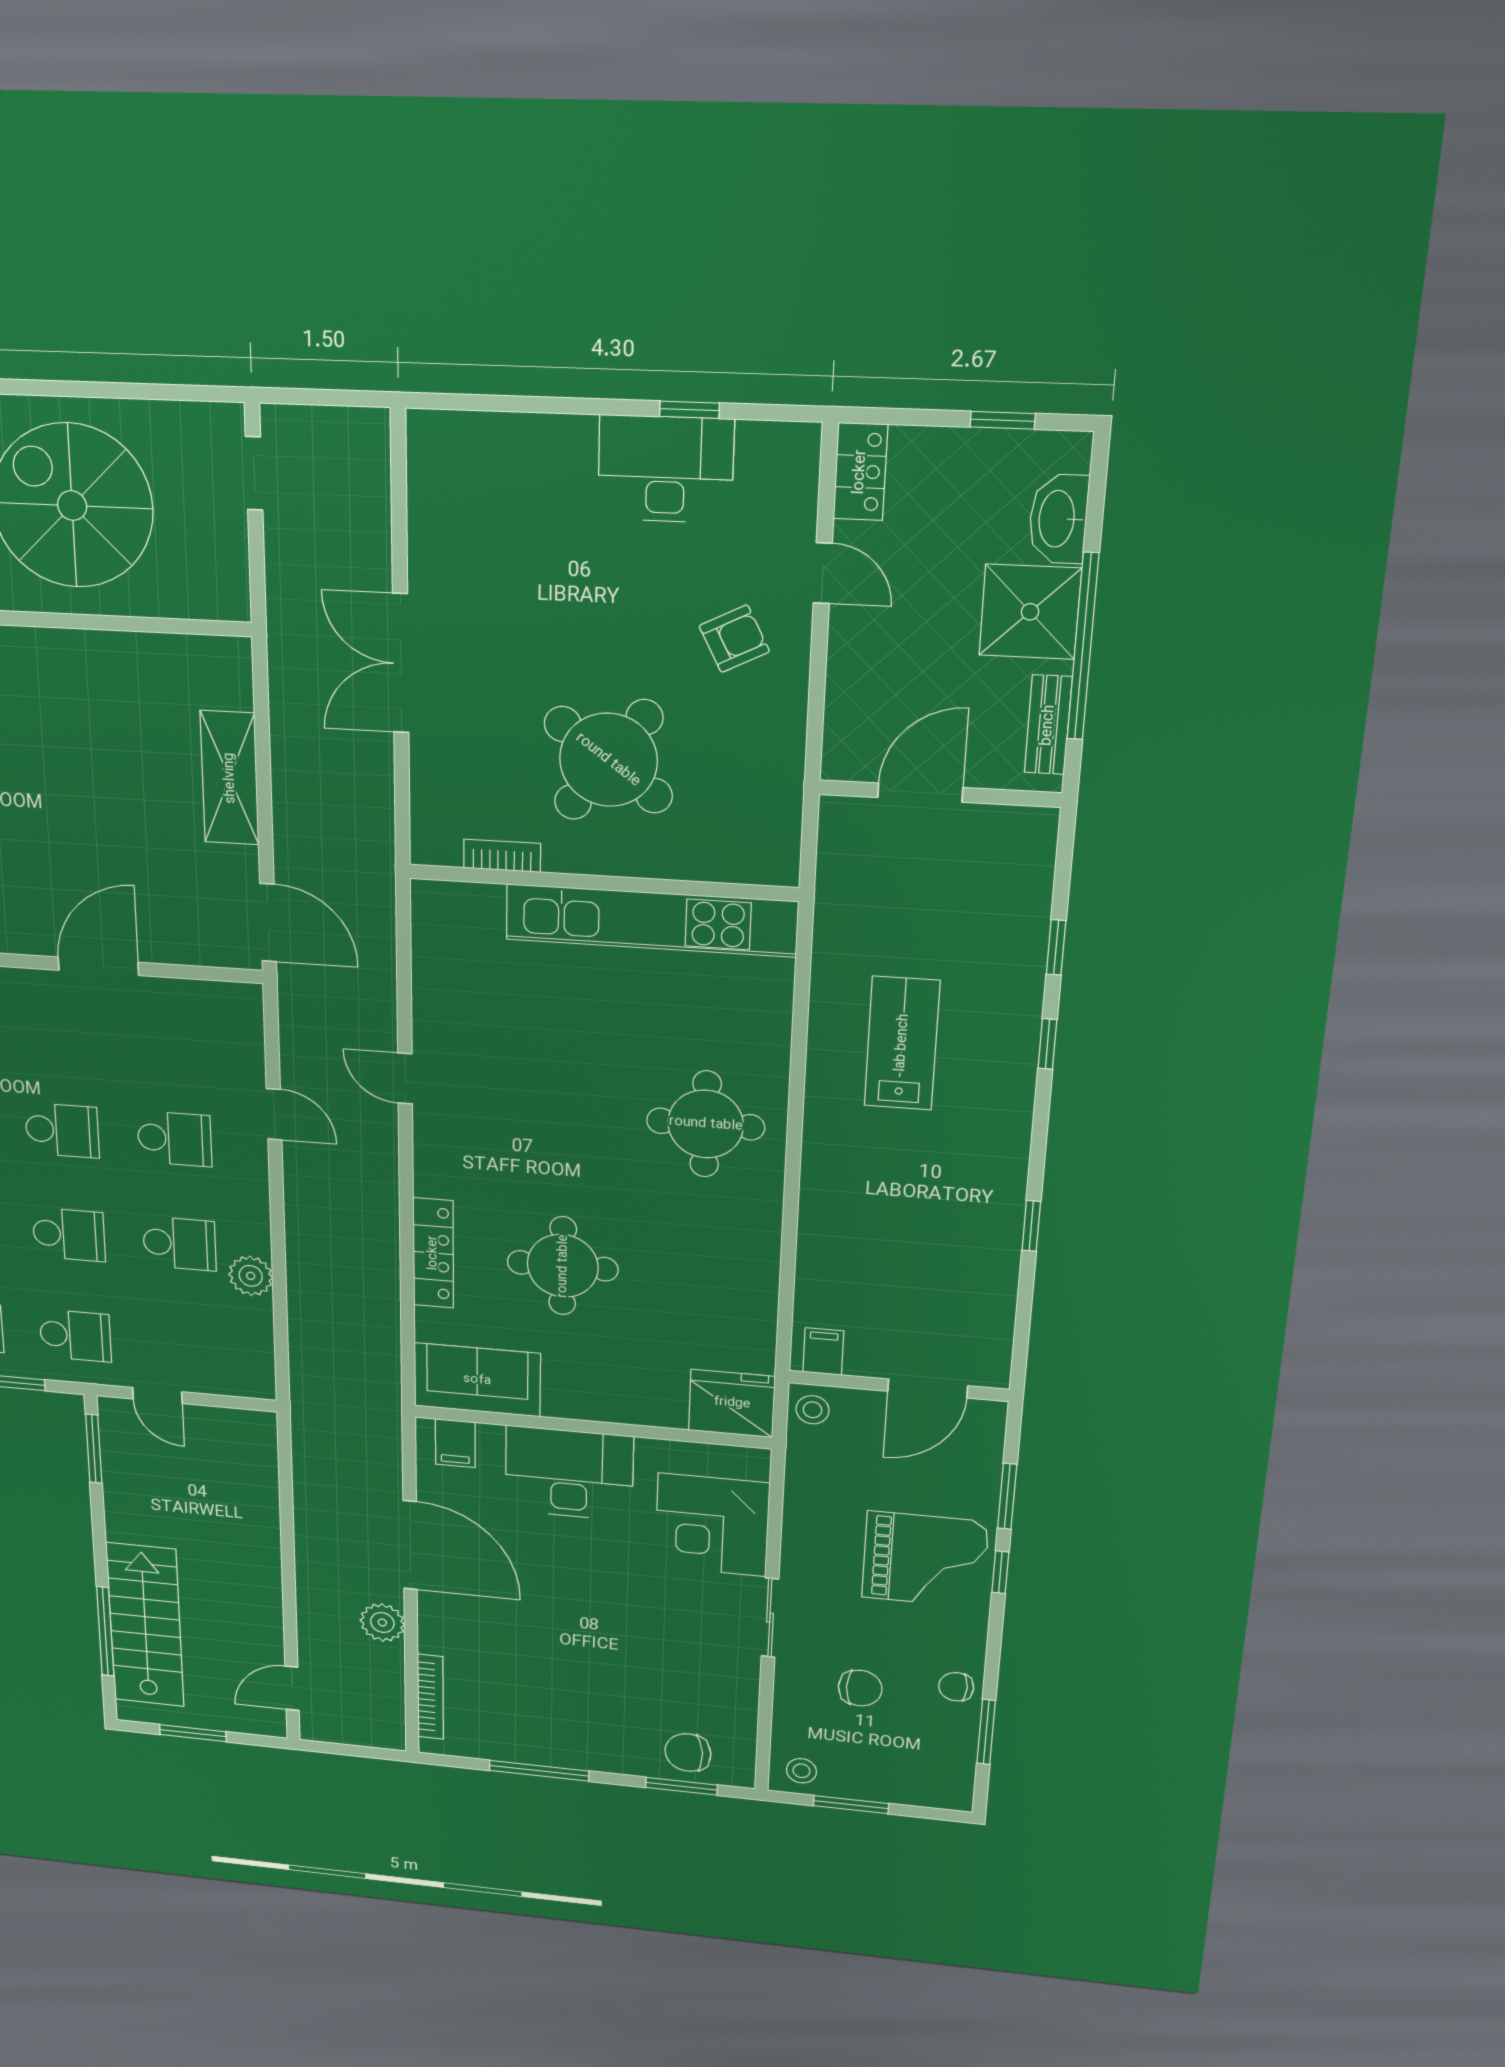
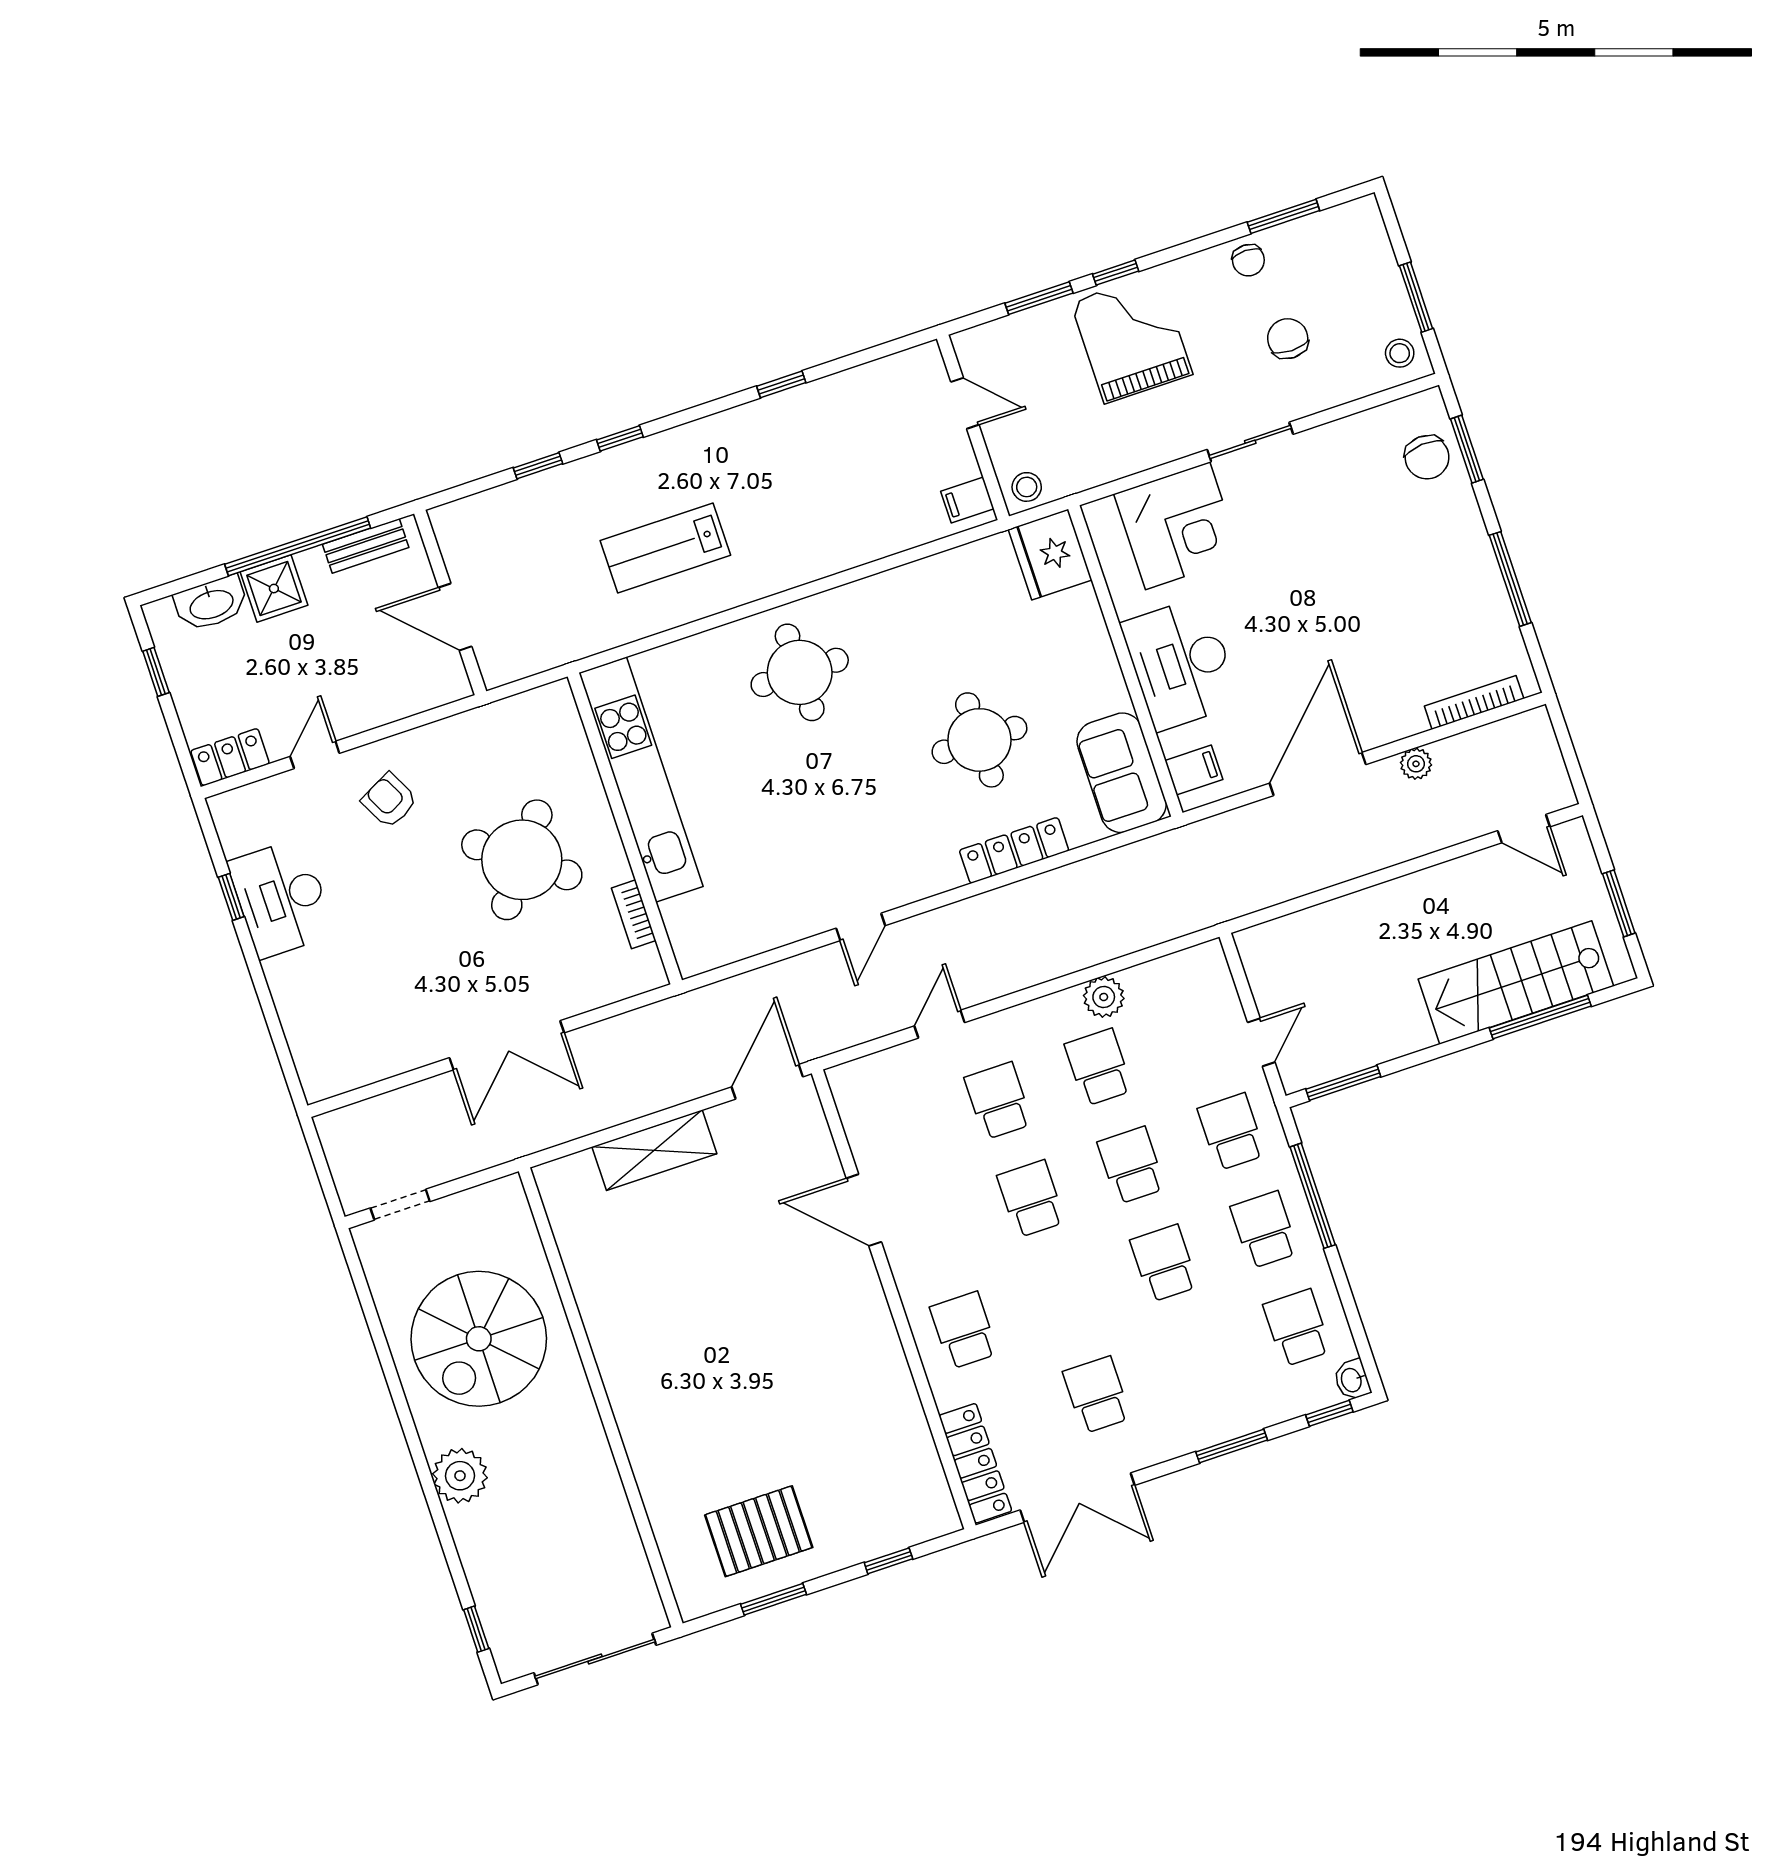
shower: (1030, 612) -> (274, 589), width x0.73, depth x0.73
door: (928, 1388) -> (965, 403), width x0.73
plant: (382, 1623) -> (1416, 764), width x0.73, depth x0.73

